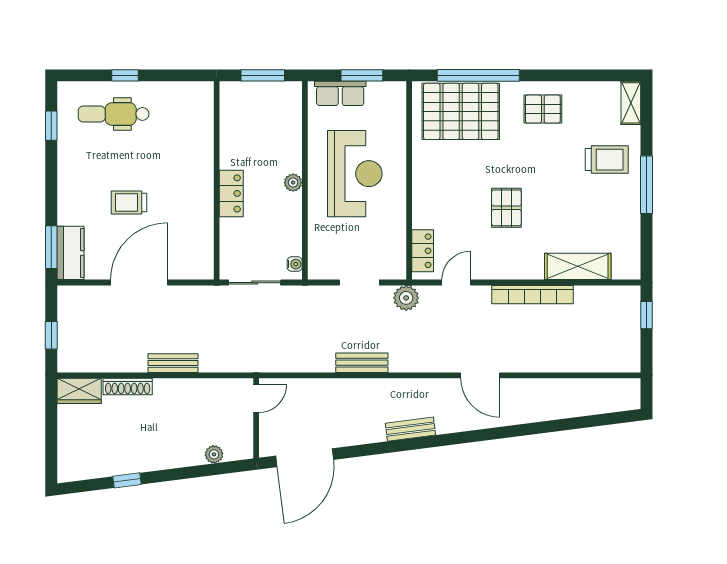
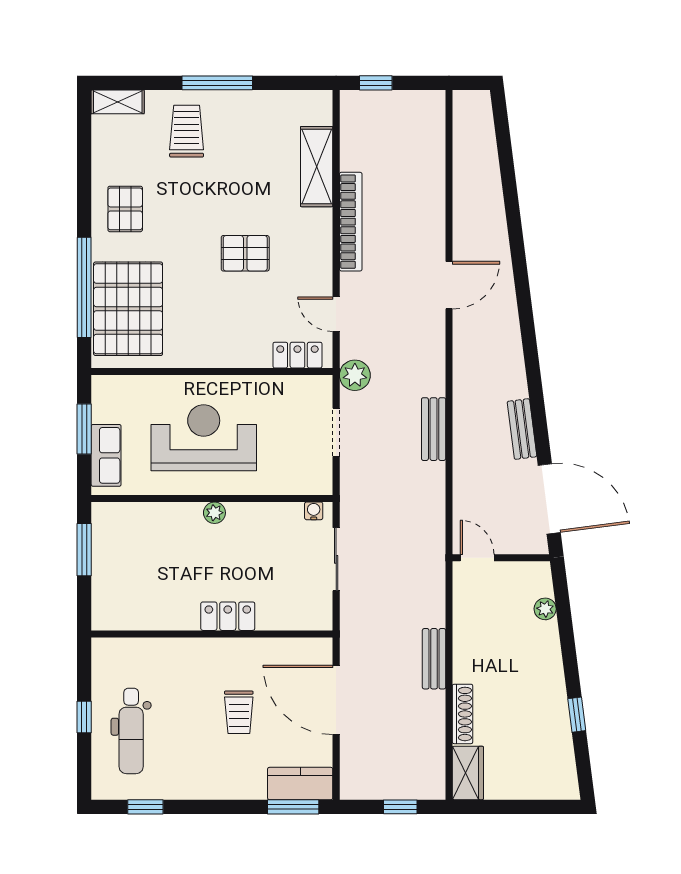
wall: (217, 180) -> (212, 634), moved
locker: (231, 193) -> (228, 616), moved
bench: (410, 429) -> (522, 429), moved

